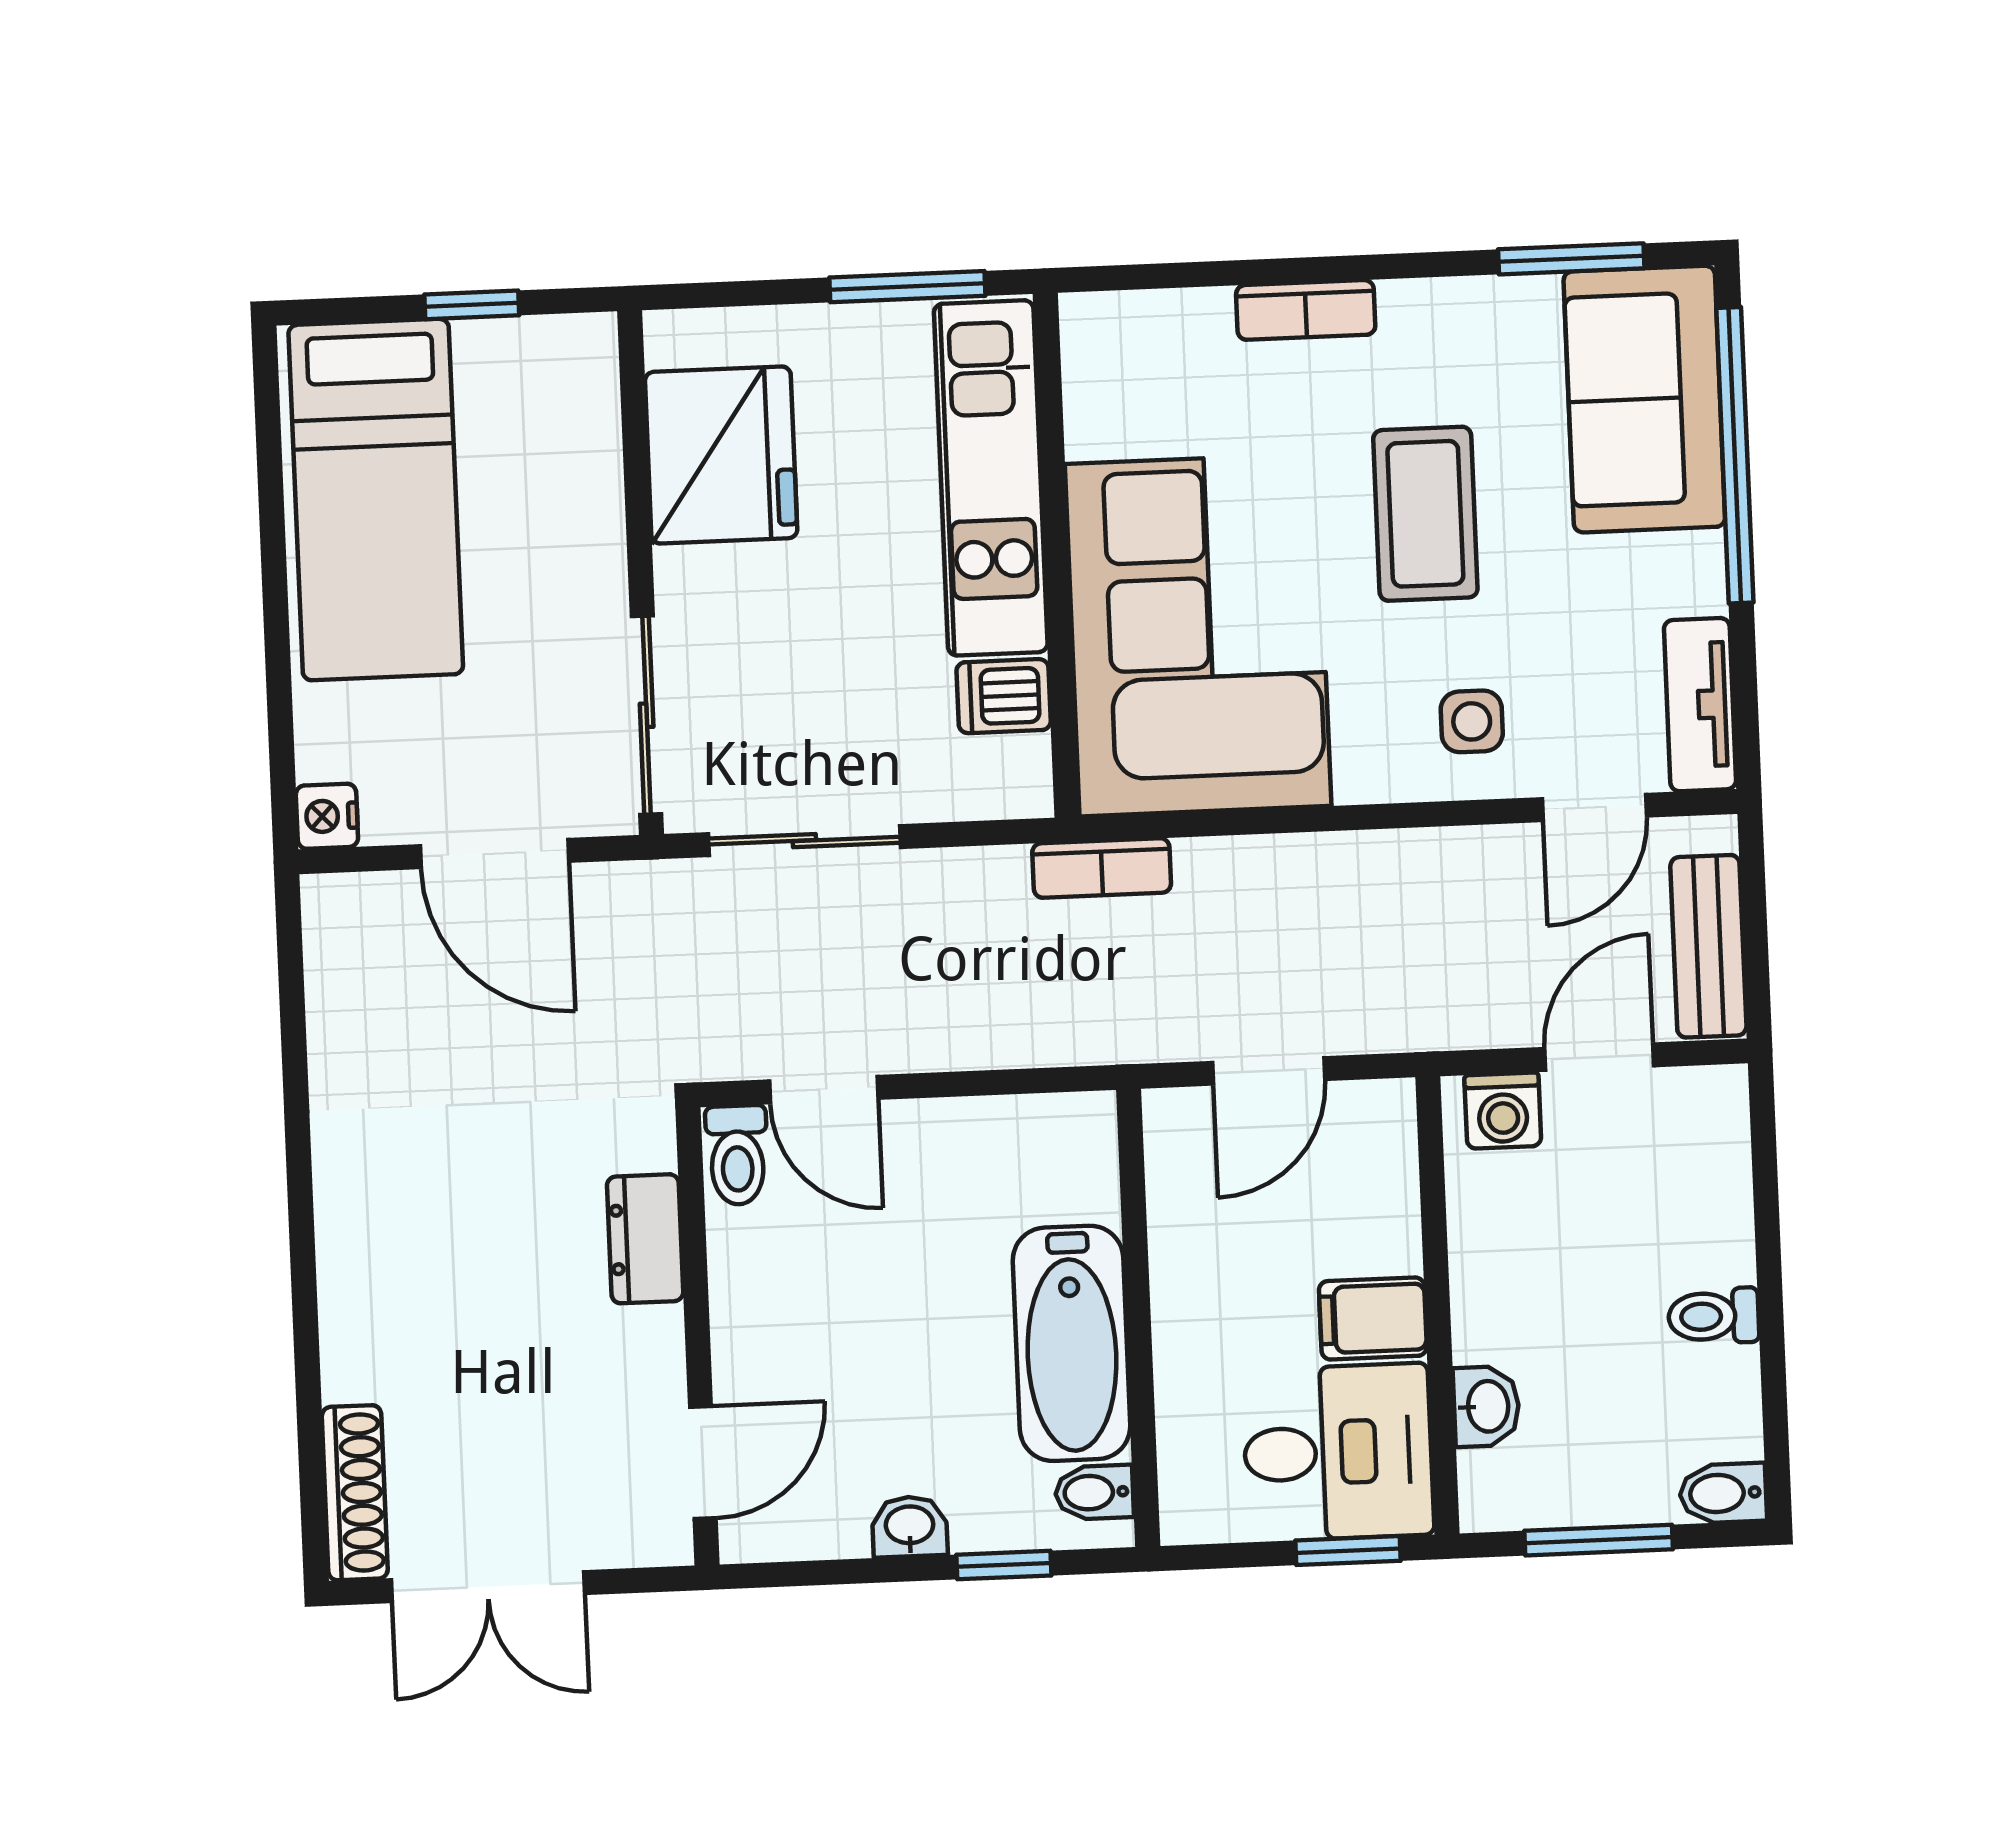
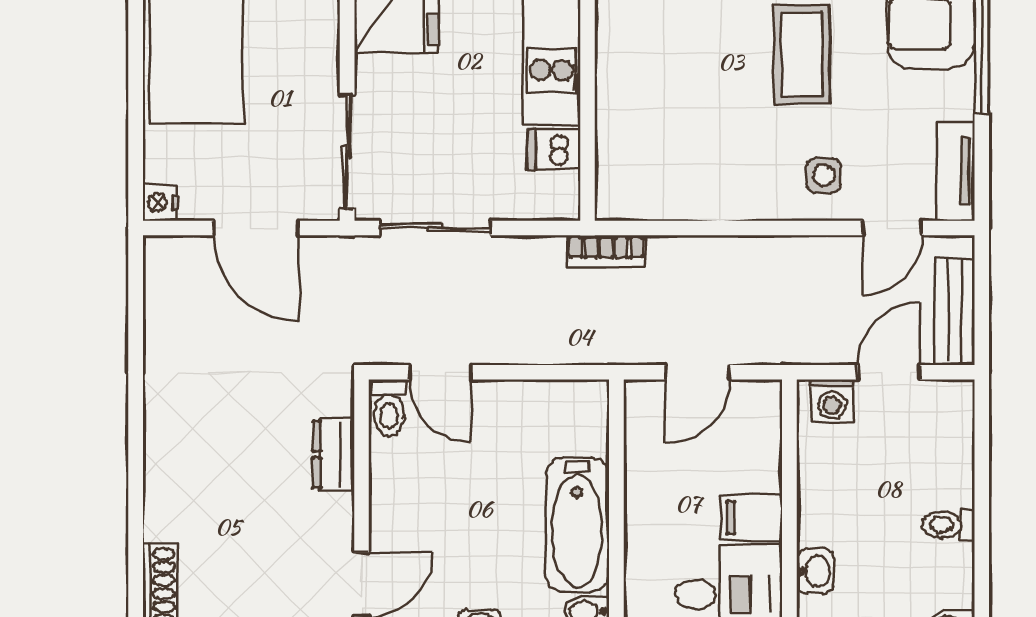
corner sofa: (1198, 635) -> (667, 119), removed

